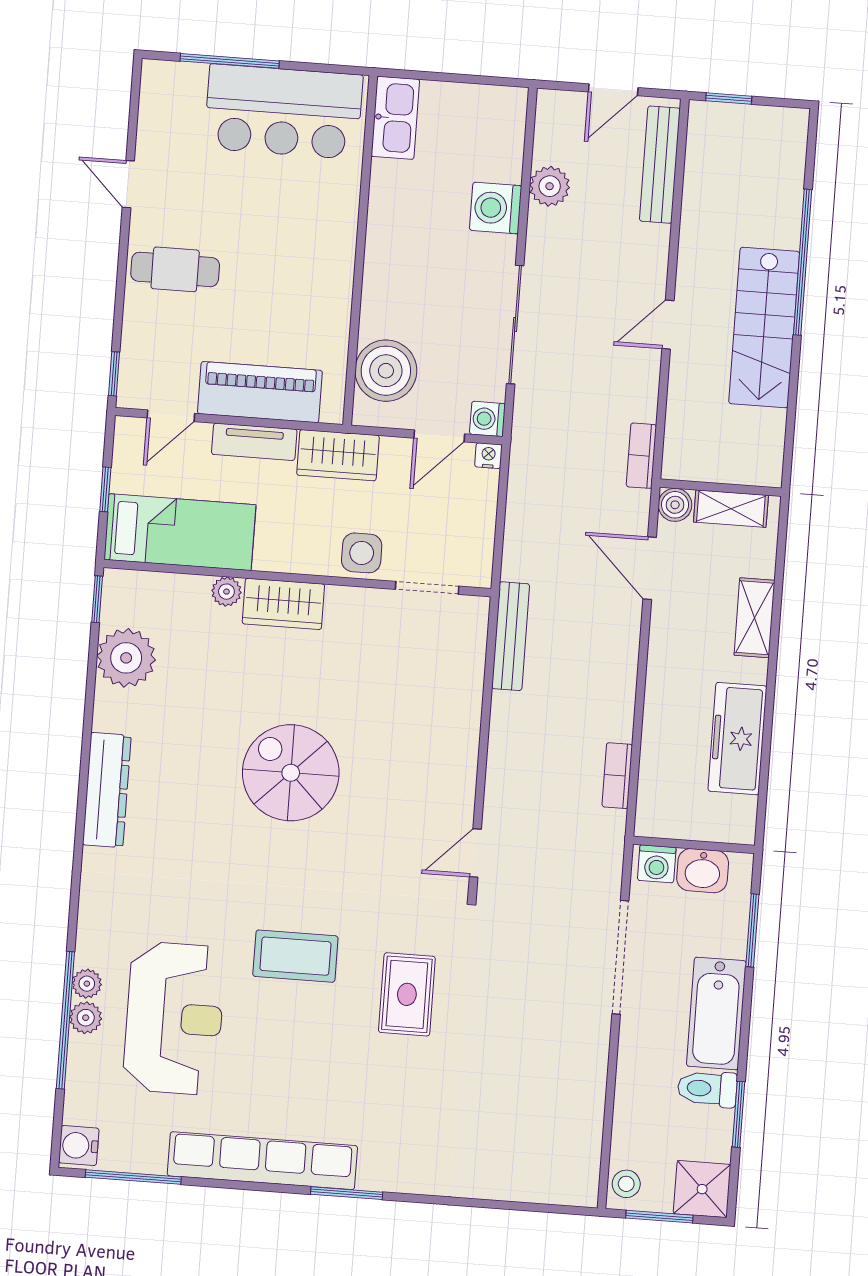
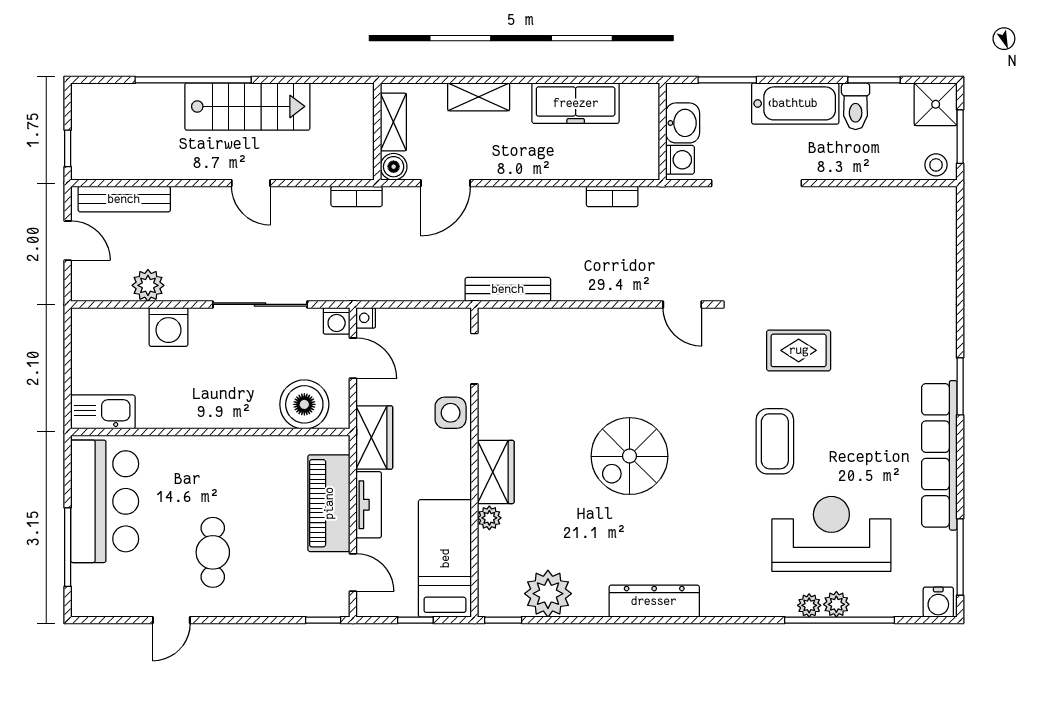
cafe table: (175, 269) -> (213, 552), moved

